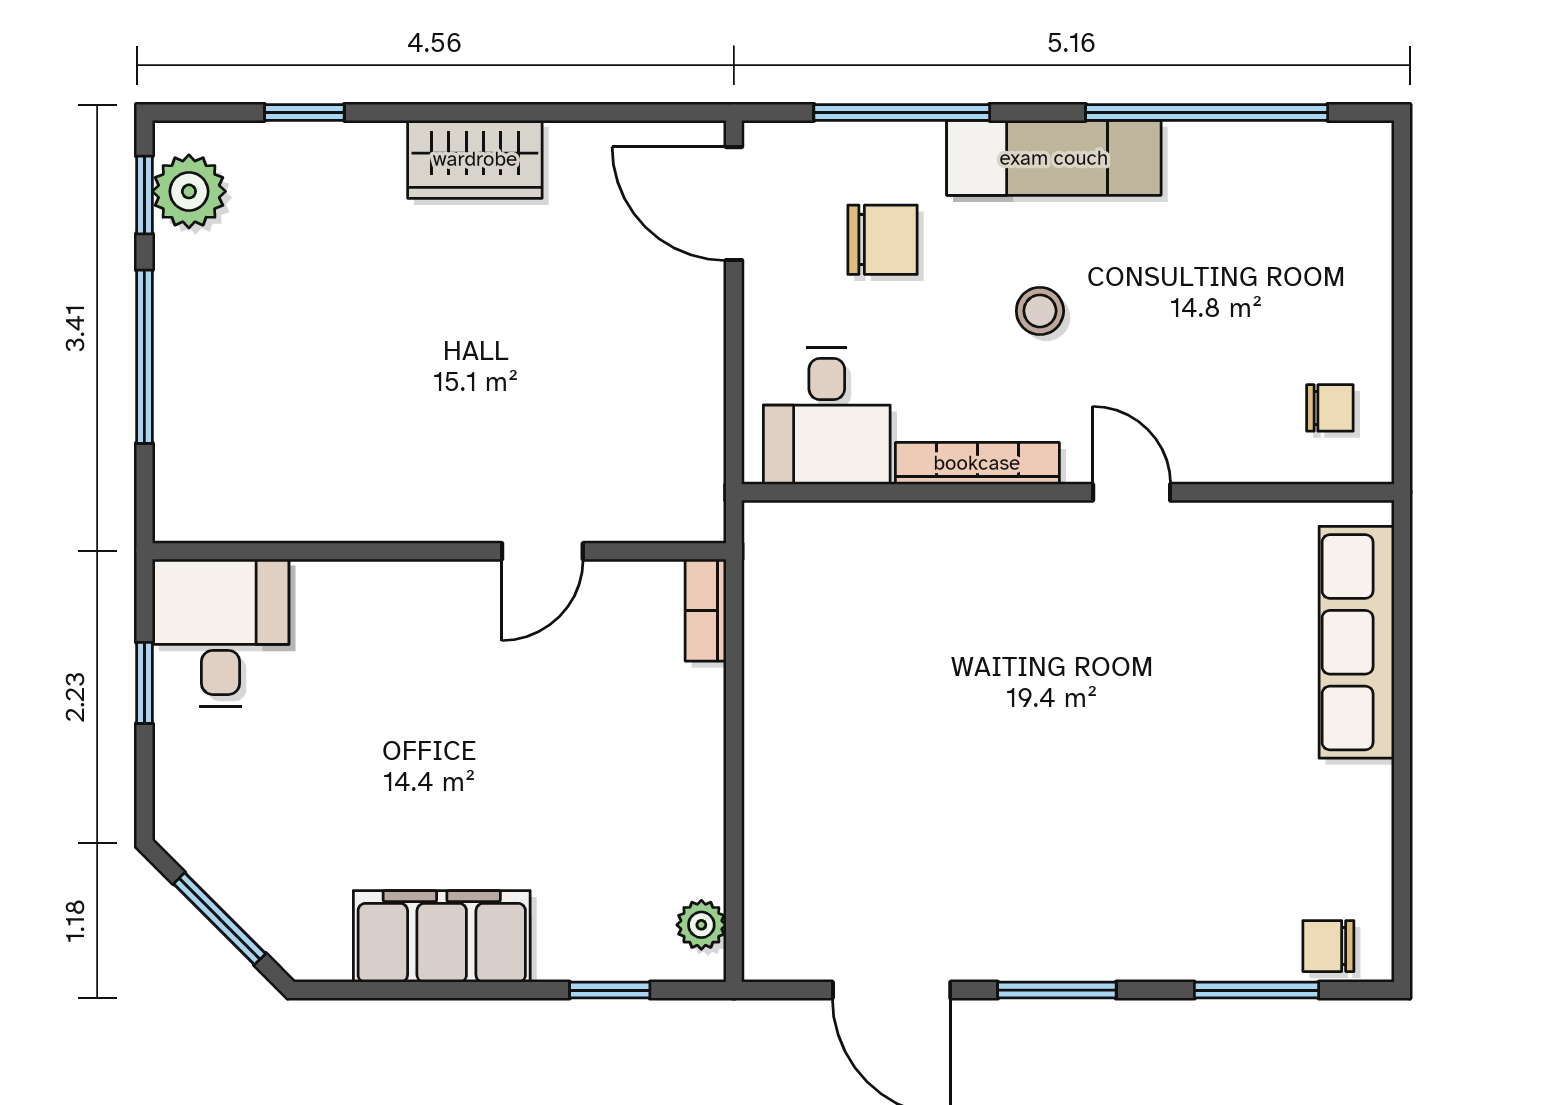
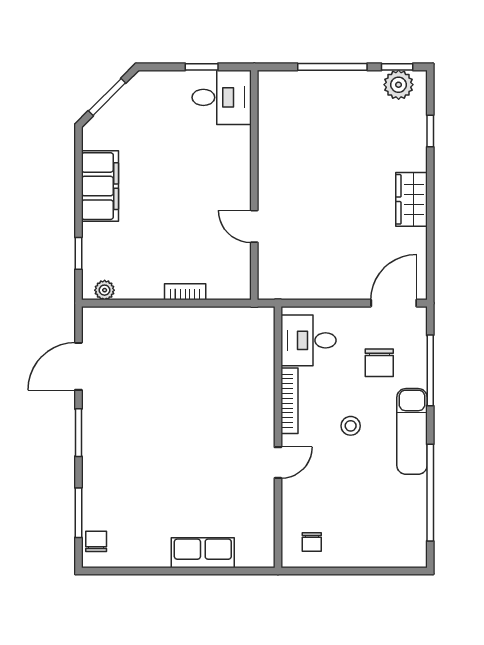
bookcase: (706, 610) -> (185, 292), moved
row of seats: (1357, 642) -> (203, 553), width x0.68

